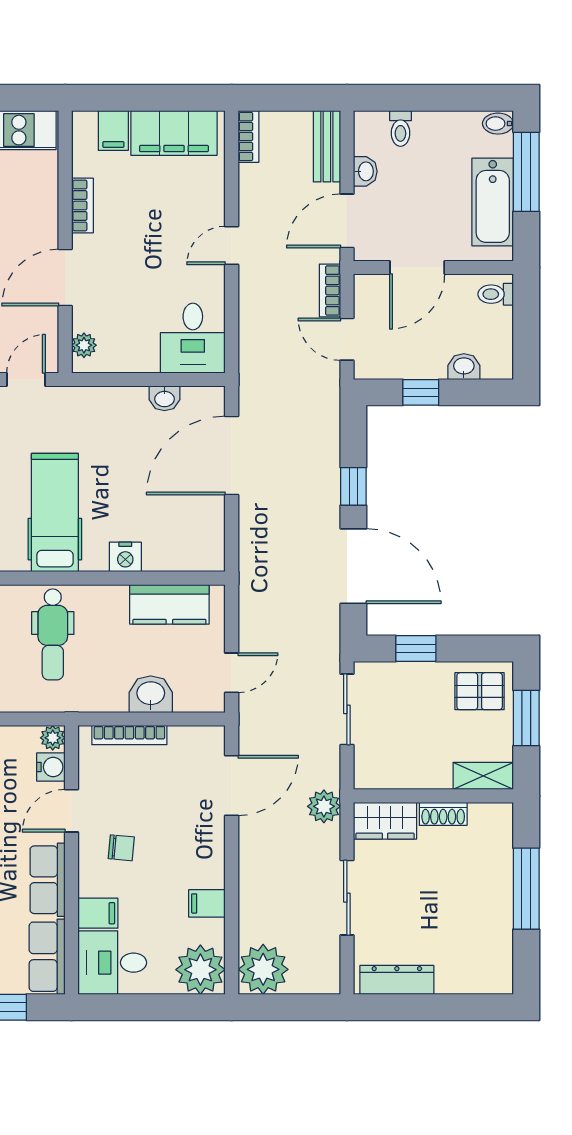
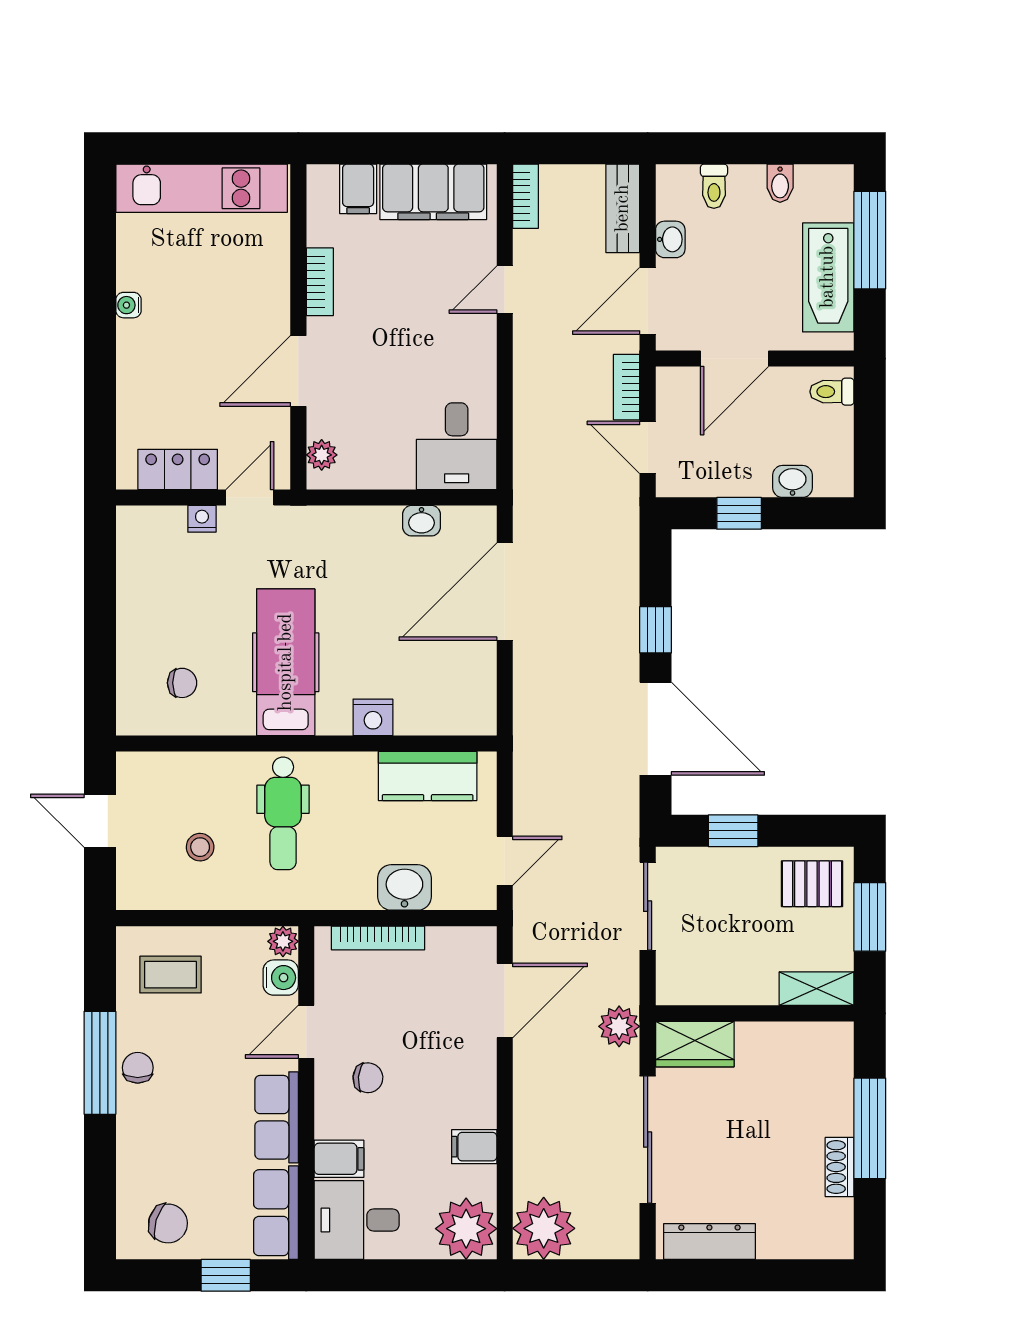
bidet: (498, 124) -> (780, 183), moved, turned -90
door: (232, 245) -> (505, 290), moved
shoe rack: (443, 814) -> (840, 1167), moved, turned 90
sliding door: (347, 898) -> (648, 1140), width x1.37

